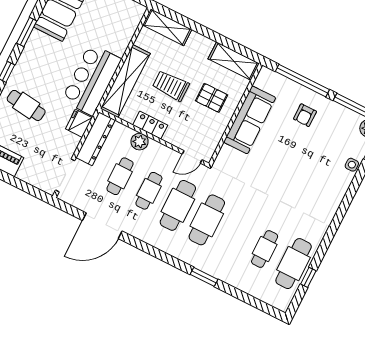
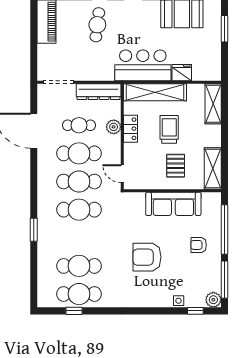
fridge: (79, 123) -> (182, 73), moved
armchair: (291, 175) -> (147, 257), added
cafe table: (149, 191) -> (79, 153), width x1.37, depth x1.35
cafe table: (265, 249) -> (79, 266), width x1.37, depth x1.35

